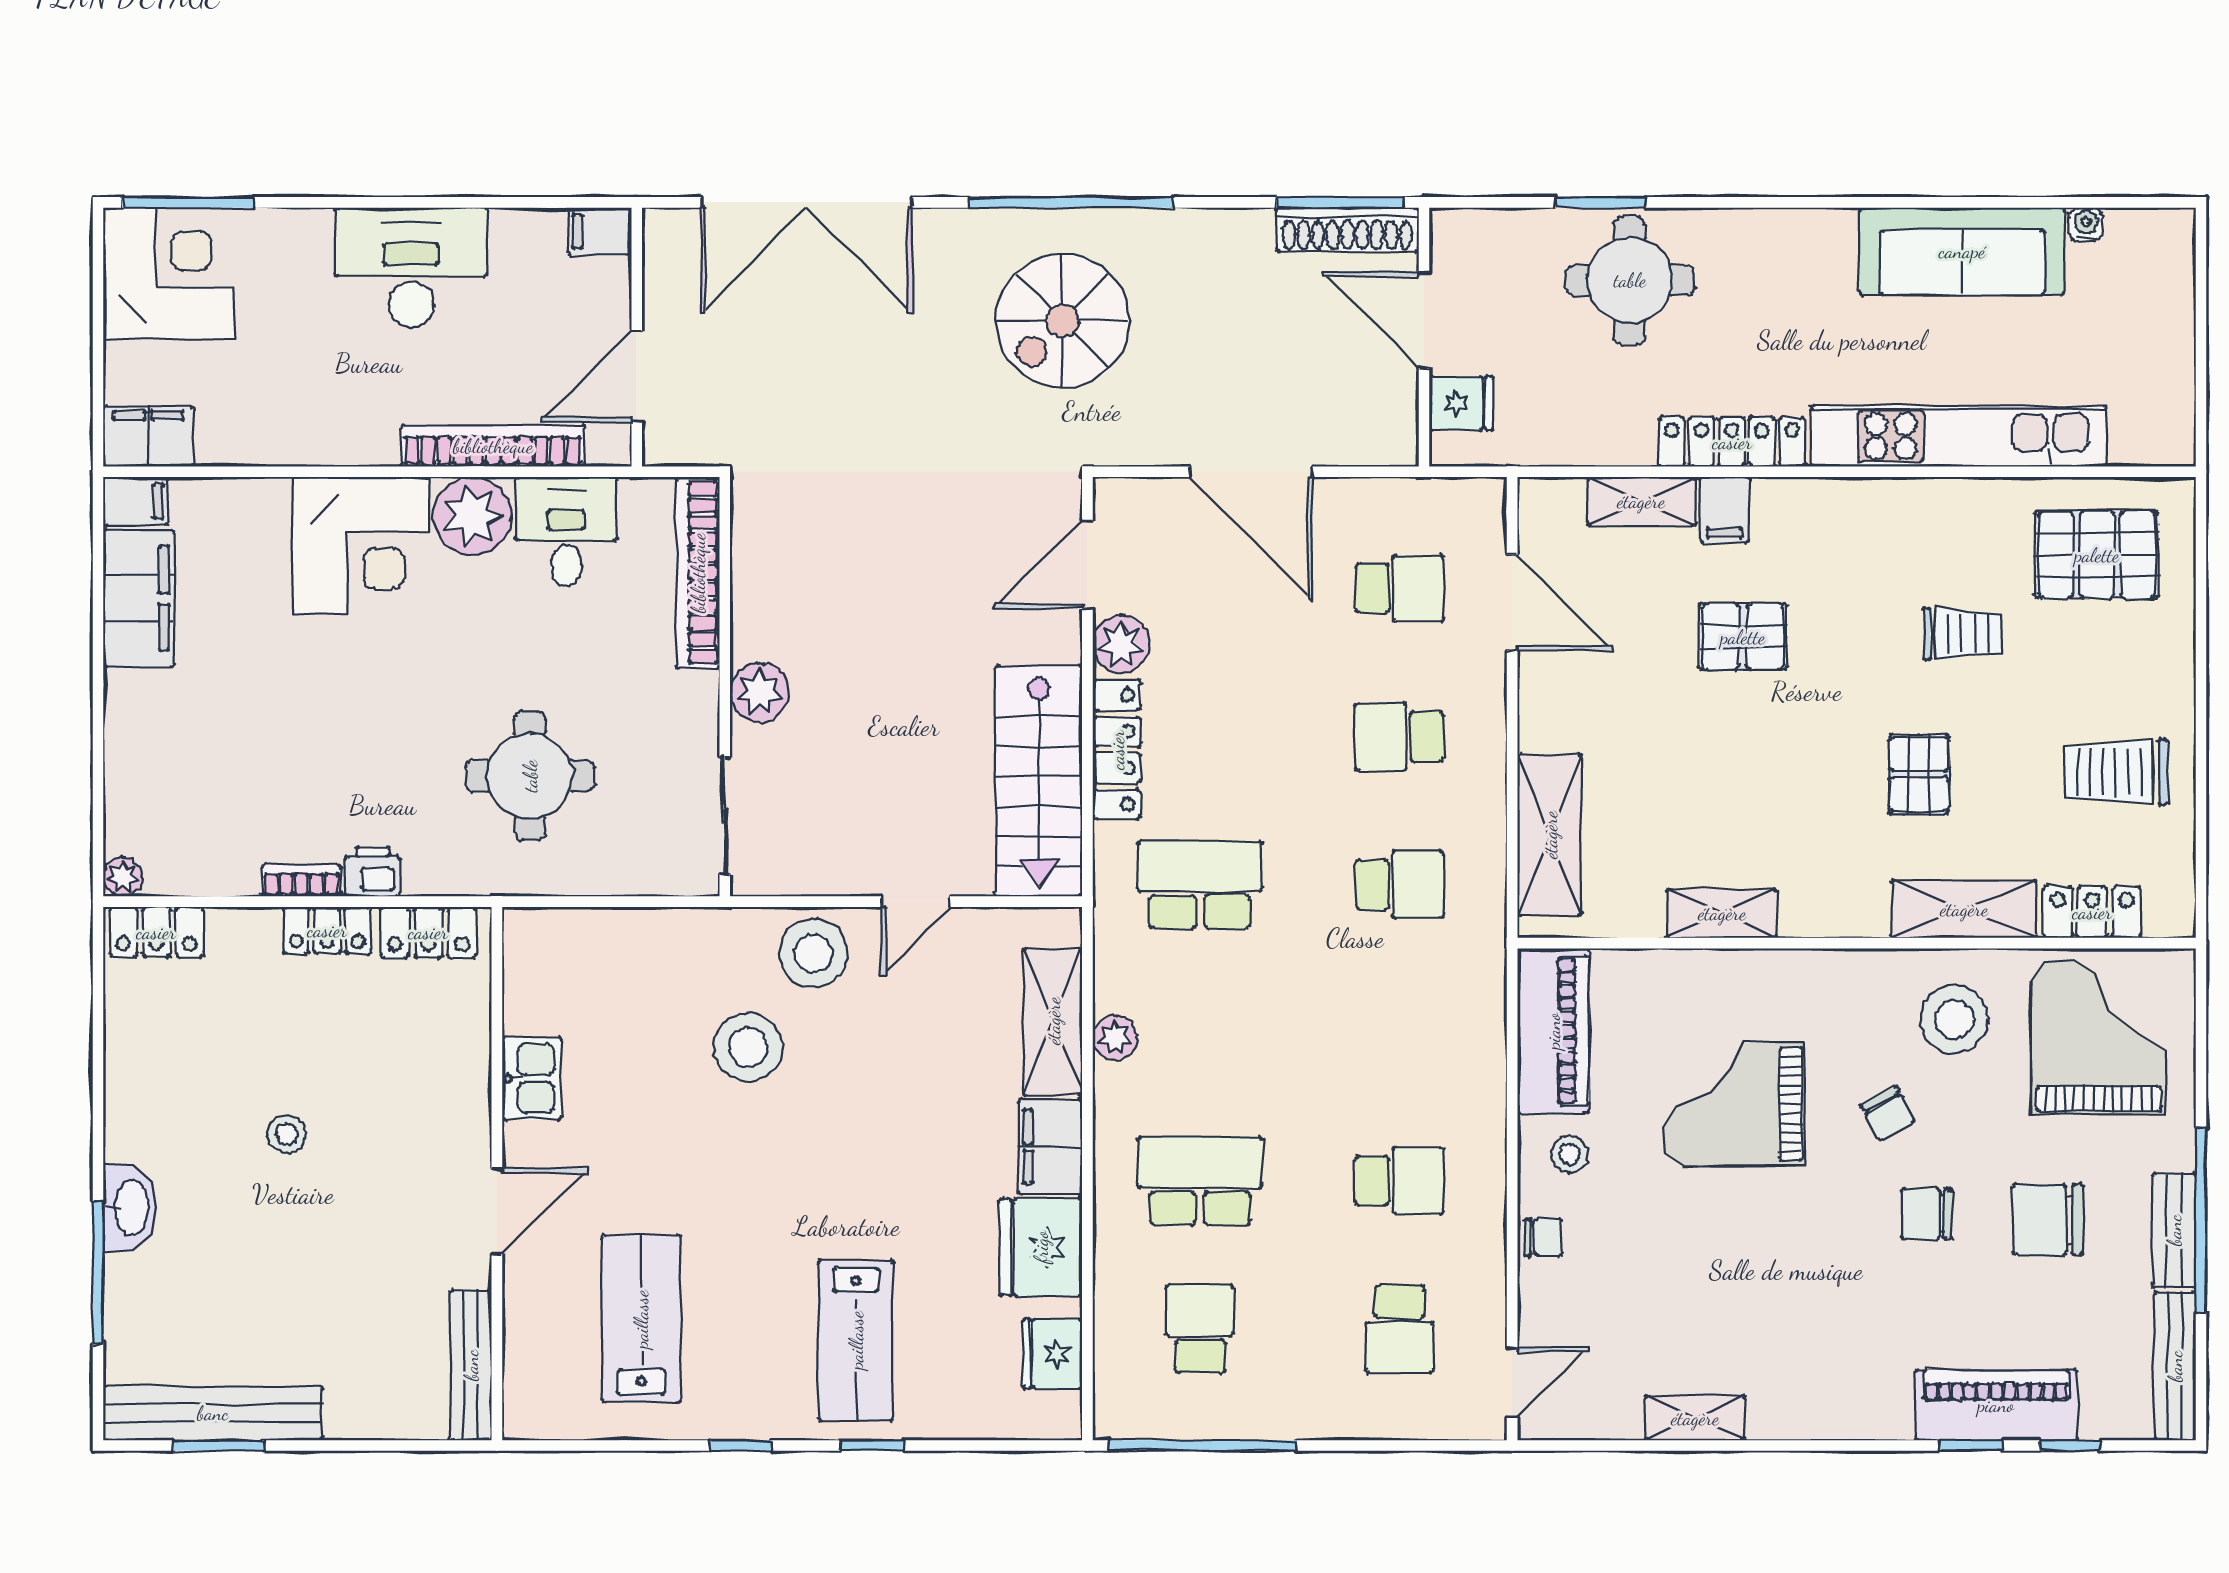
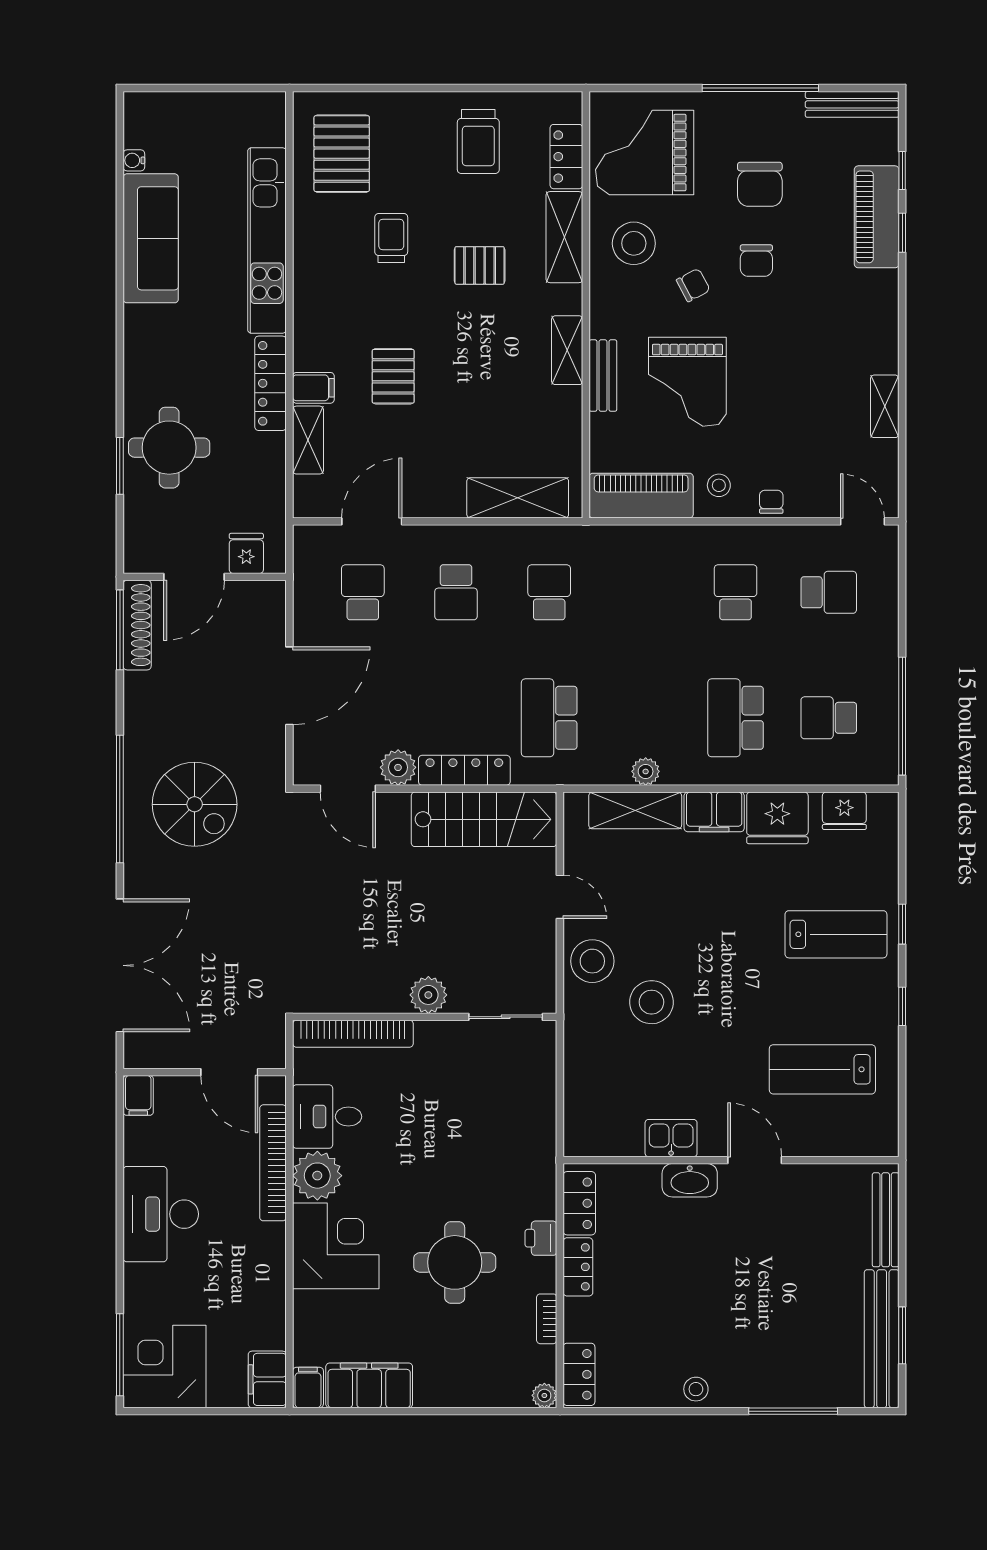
round table: (530, 776) -> (455, 1262), moved
bookcase: (301, 881) -> (547, 1319), moved
shelving: (1722, 913) -> (567, 350), moved
stool: (287, 1135) -> (696, 1389), moved
washbasin: (130, 1208) -> (690, 1180), moved, turned 180
bench: (2174, 1230) -> (603, 376), moved, turned 90
bench: (471, 1365) -> (886, 1220), moved, turned 90

